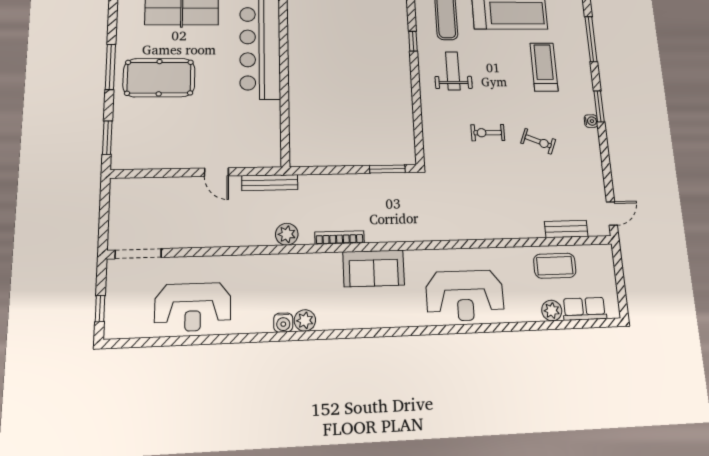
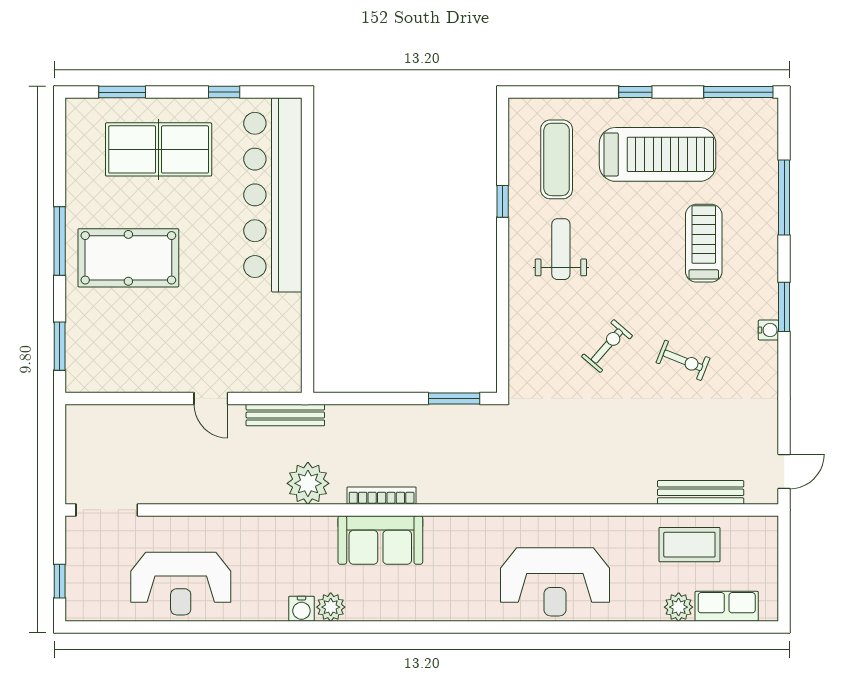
exercise bike: (488, 133) -> (607, 346), turned 131
bench: (566, 229) -> (701, 492), width x1.36
plant: (287, 234) -> (308, 483), width x1.36, depth x1.36
sofa: (374, 268) -> (380, 540), moved

